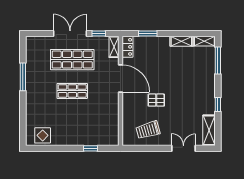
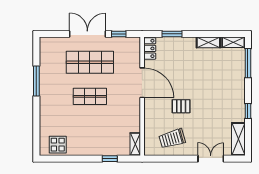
shelving: (114, 47) -> (135, 144), moved

